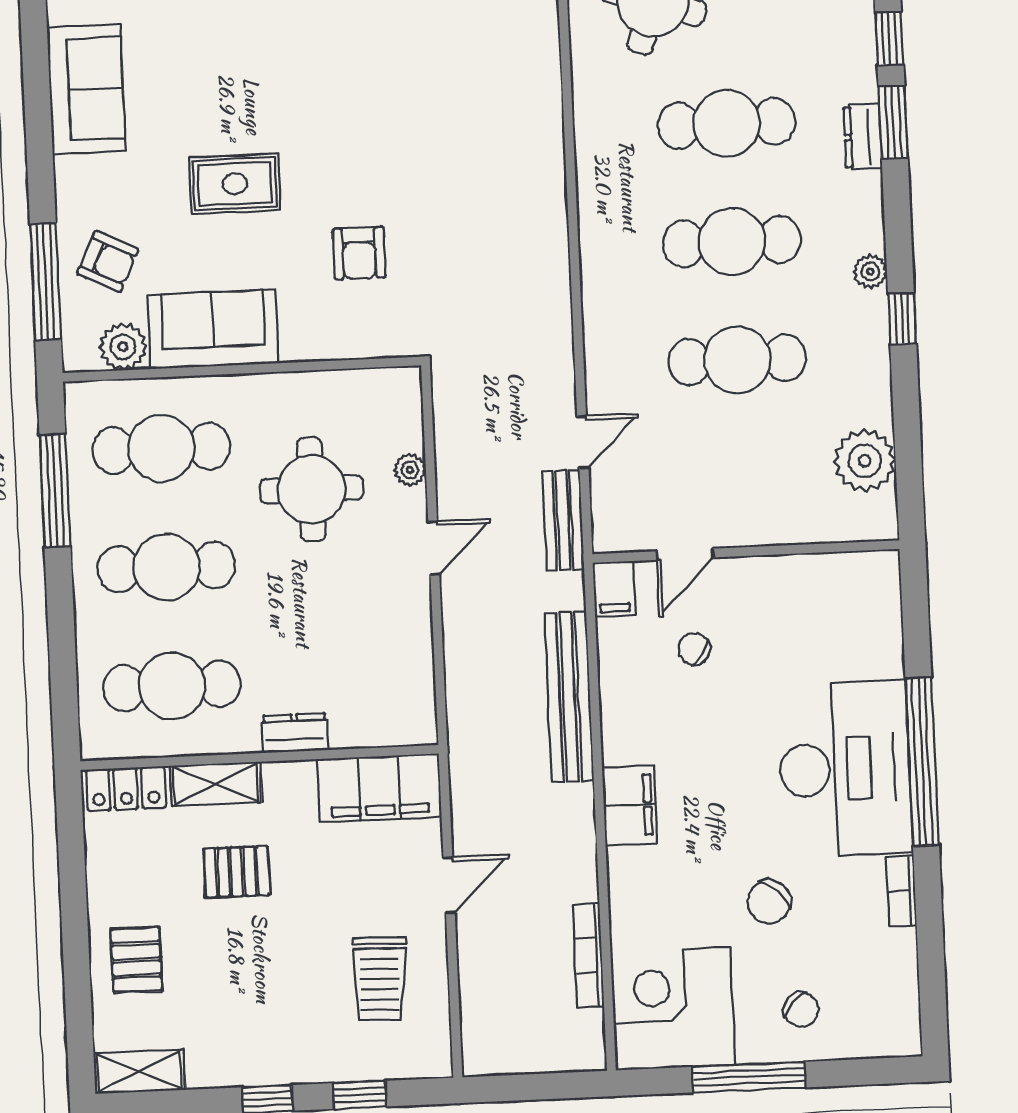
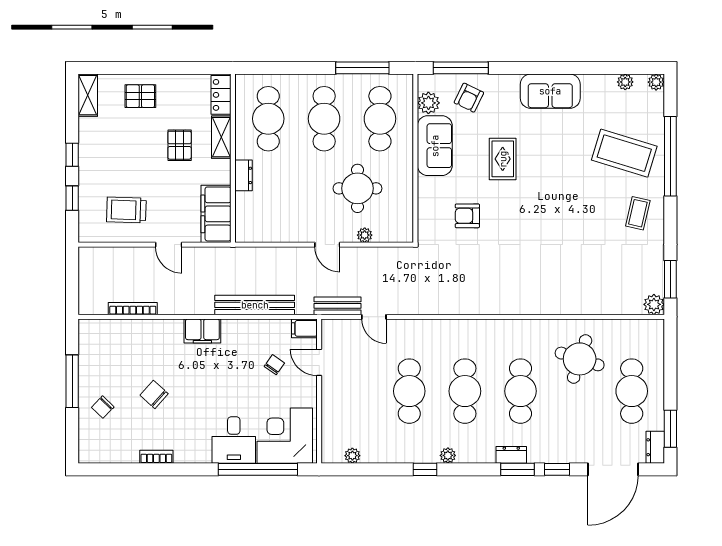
plant: (865, 461) -> (352, 456), width x0.53, depth x0.53
window: (922, 762) -> (258, 469), moved
desk: (845, 769) -> (234, 440), width x0.53, depth x0.77
corner desk: (674, 1009) -> (285, 436), moved, turned -90

